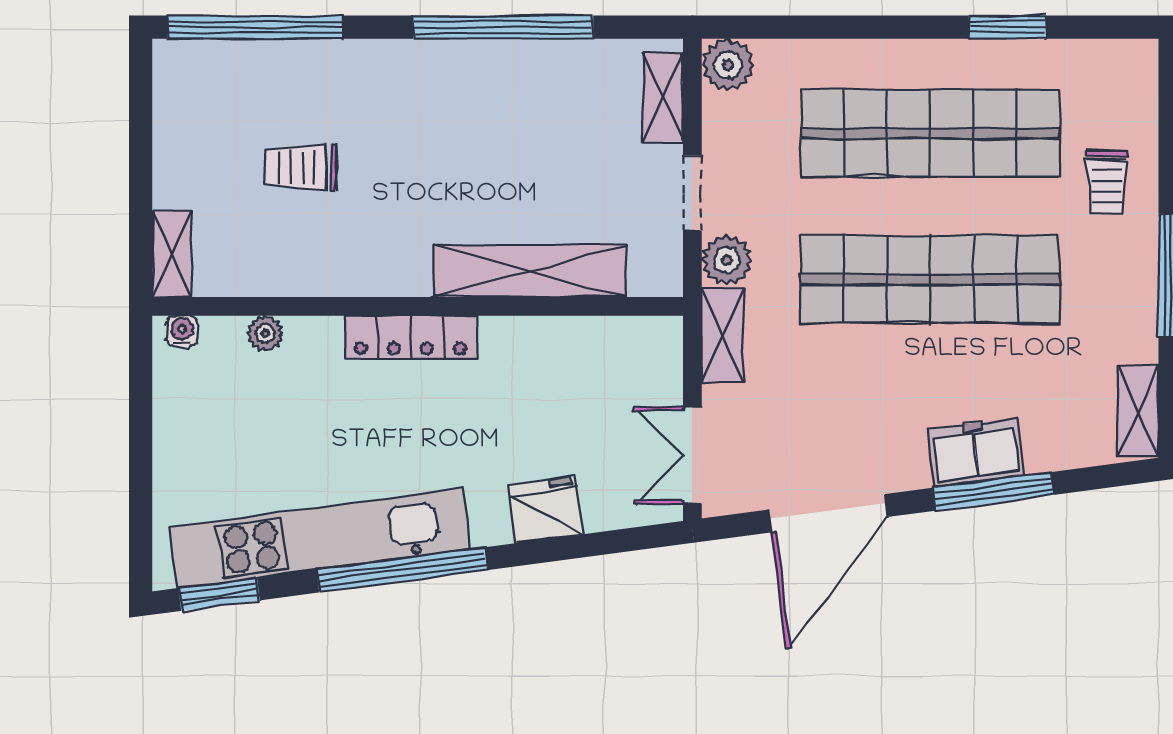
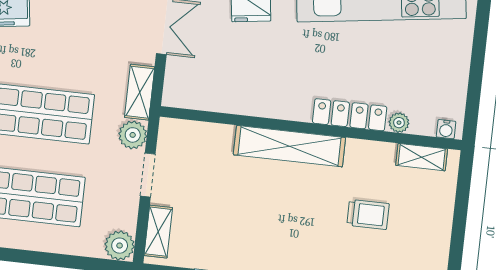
shelving: (172, 254) -> (422, 157), moved, turned 90
shelving: (530, 271) -> (289, 146), moved
locker: (411, 338) -> (350, 115), moved

